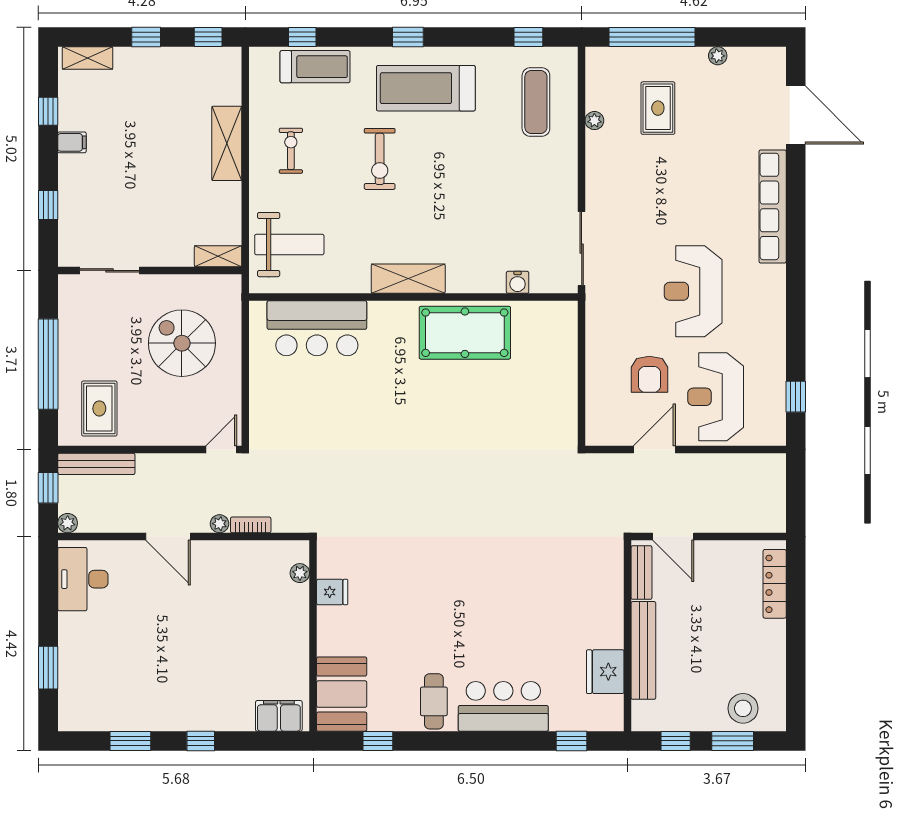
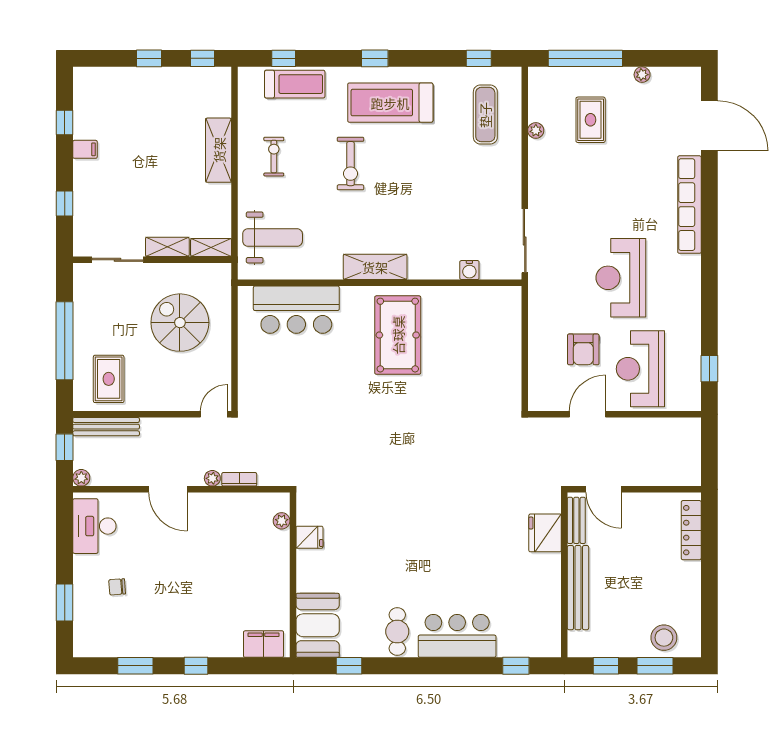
shelving: (88, 58) -> (167, 247), moved
pool table: (465, 333) -> (398, 335), moved, turned 90
chair: (109, 650) -> (117, 587), added
fridge: (605, 672) -> (545, 533), moved

